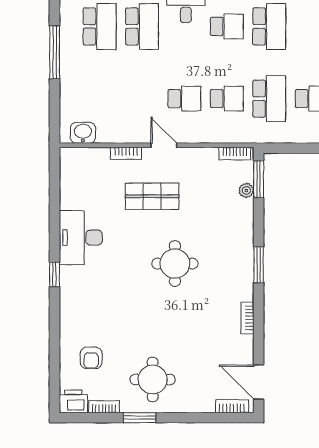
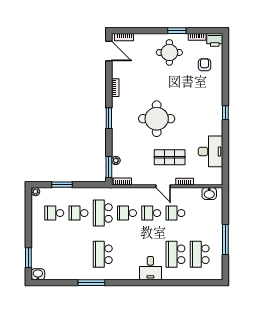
school desk: (227, 26) -> (175, 213), moved
desk: (81, 238) -> (210, 151), moved
round table: (175, 264) -> (157, 119), width x1.36, depth x1.36

